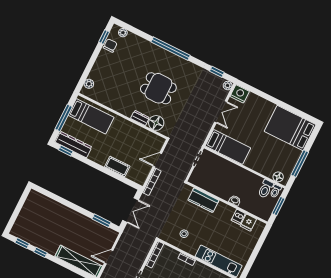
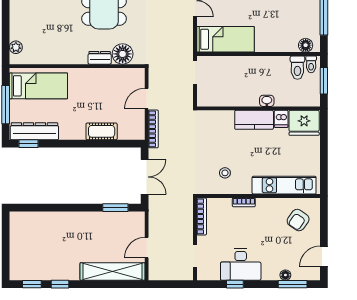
kitchen counter: (203, 200) -> (254, 120), moved
fridge: (248, 223) -> (304, 123), width x1.88, depth x1.34

